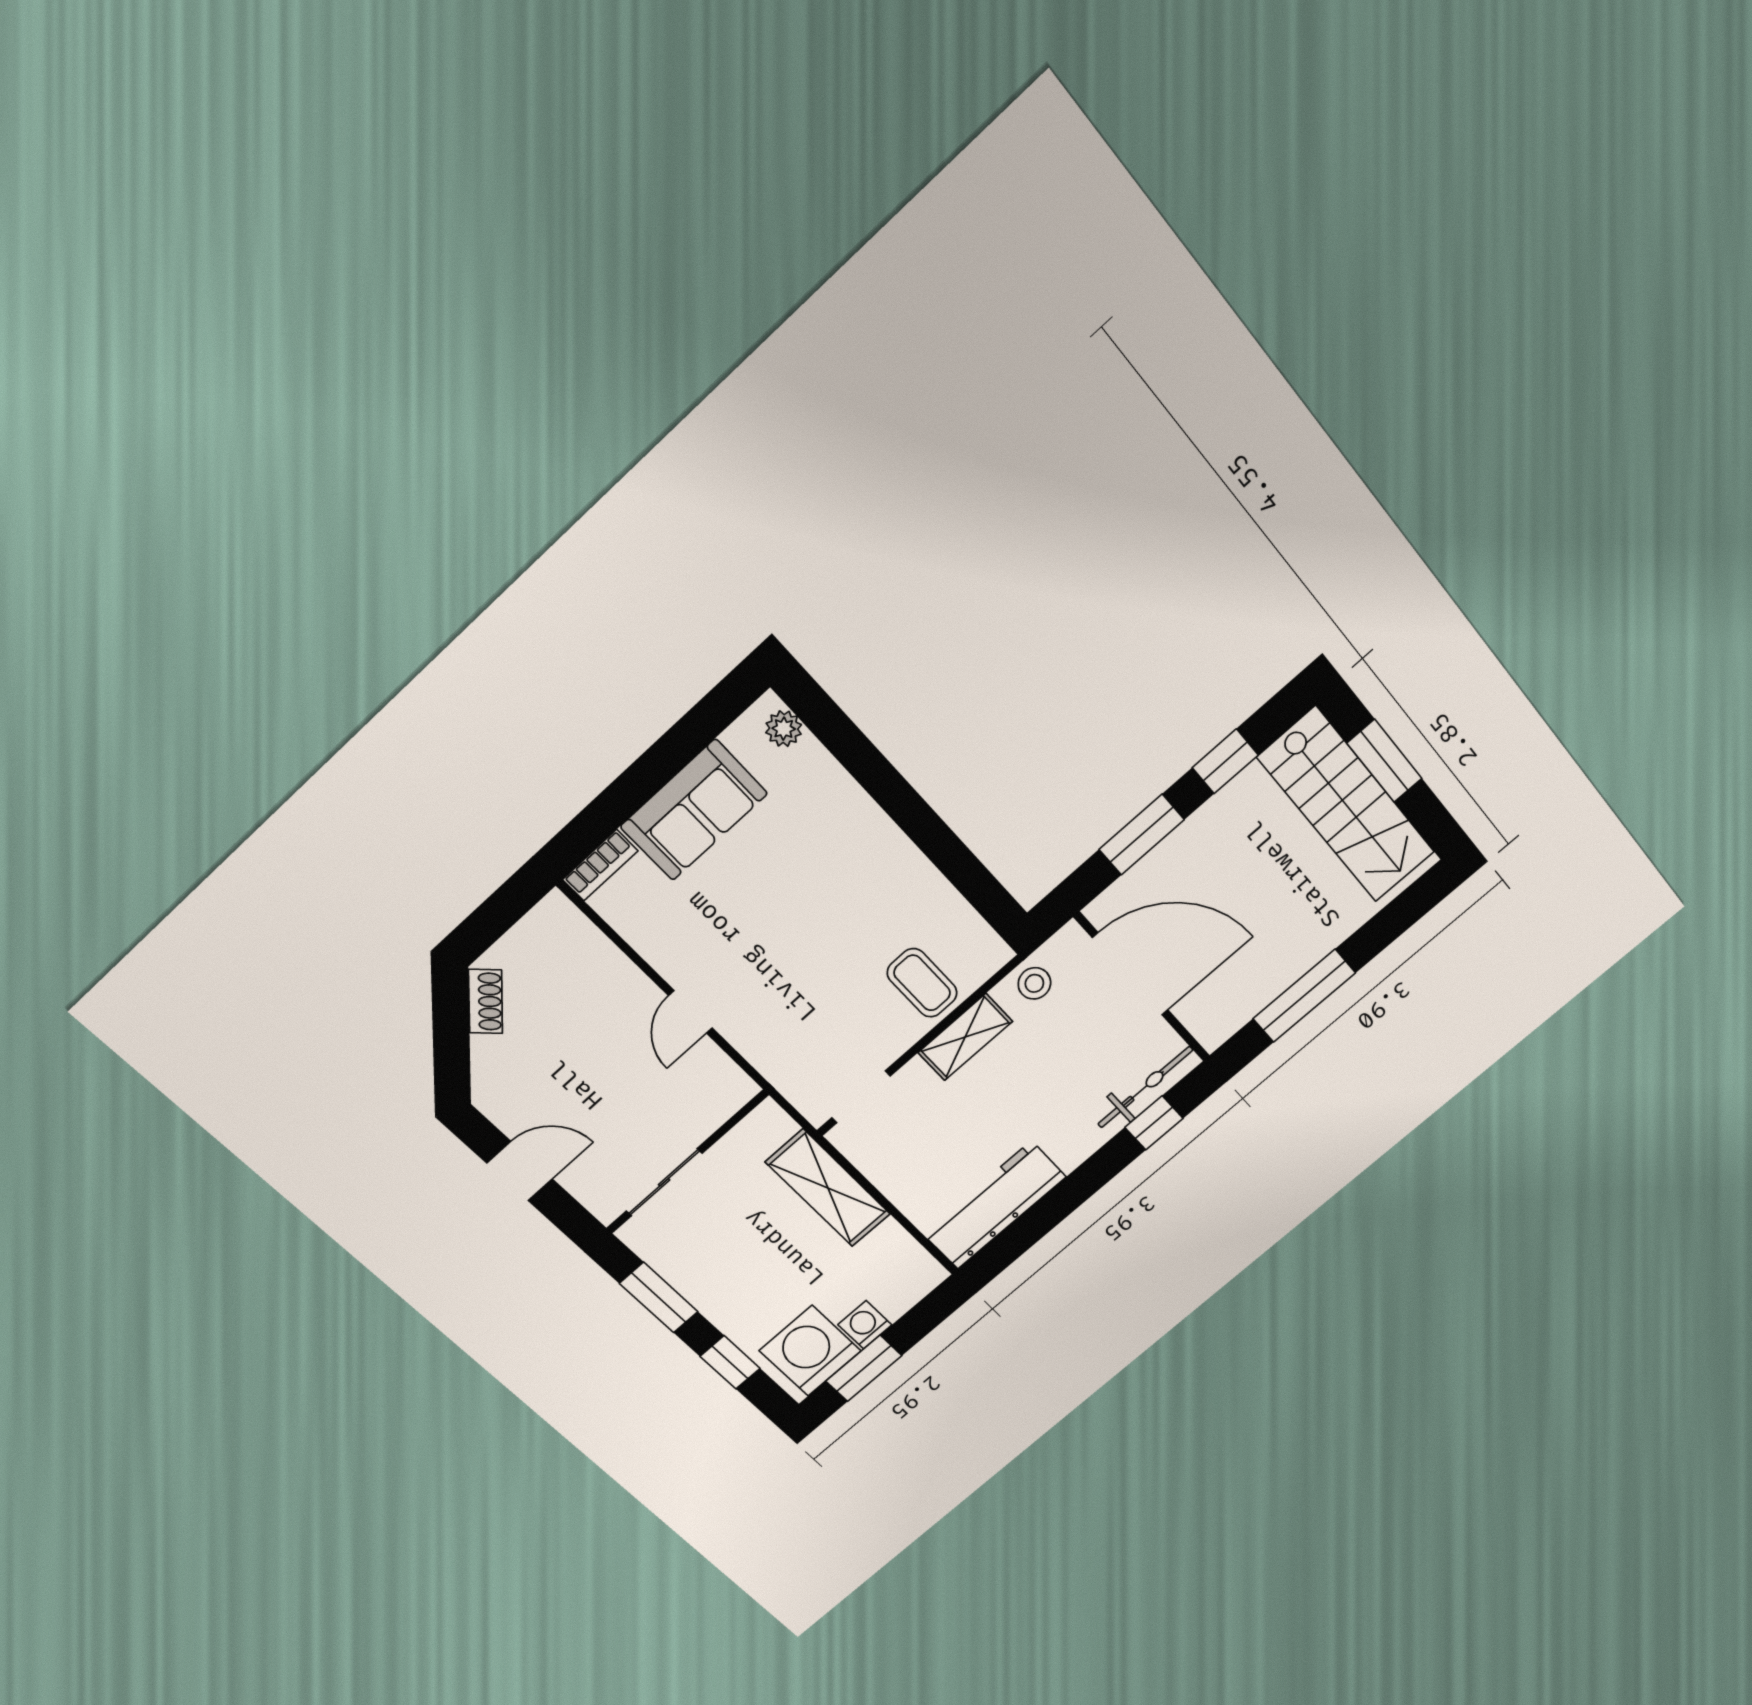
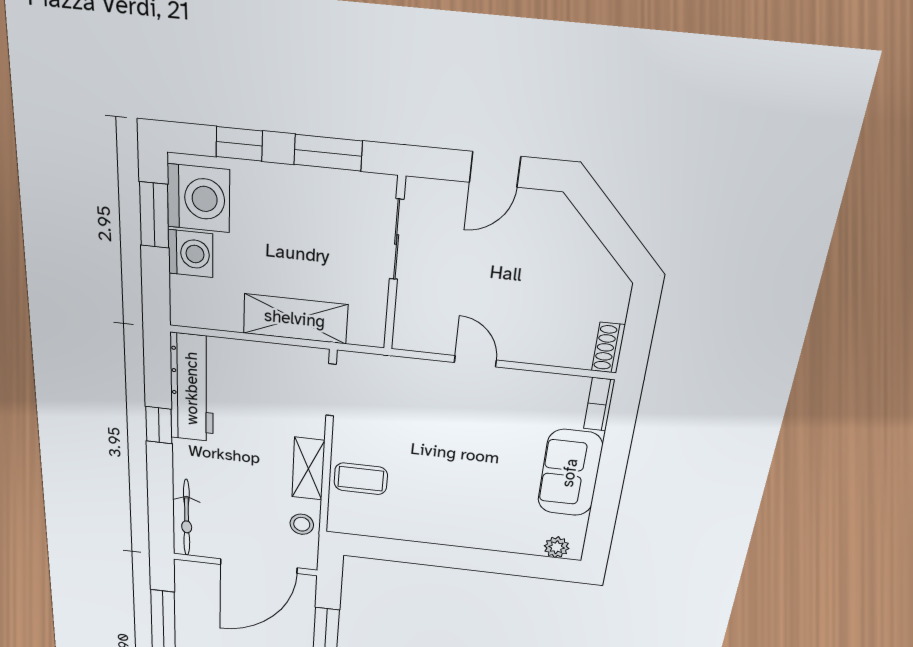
shoe rack: (485, 1001) -> (608, 348), moved, turned 45
window: (1154, 1123) -> (159, 425), moved
washing machine: (865, 1325) -> (191, 254), width x1.38, depth x1.38

